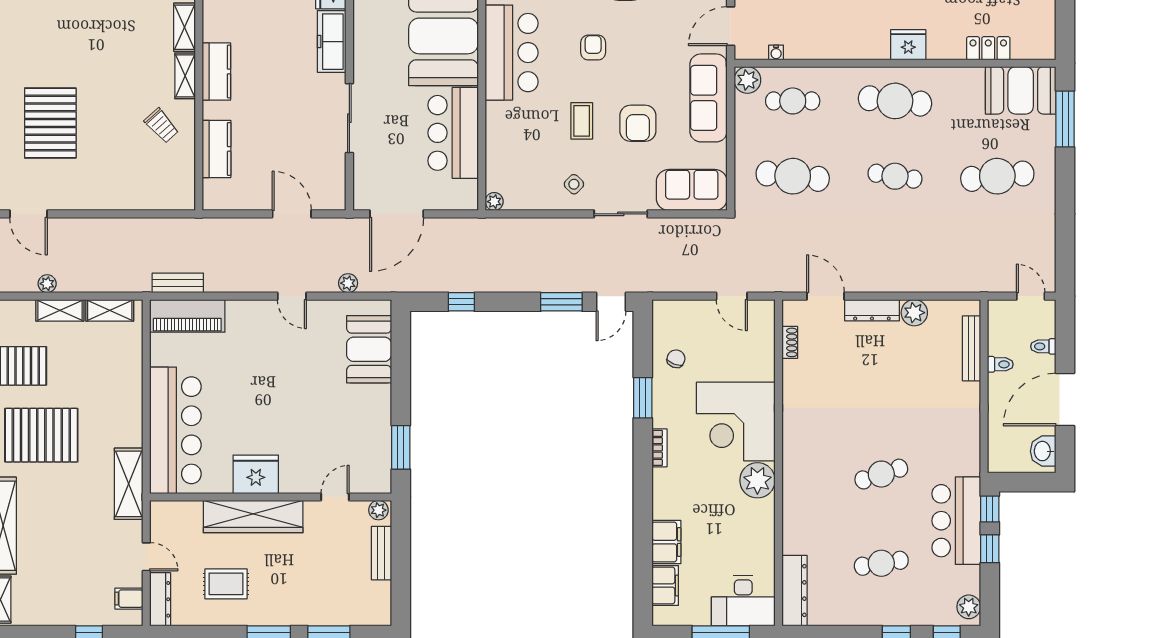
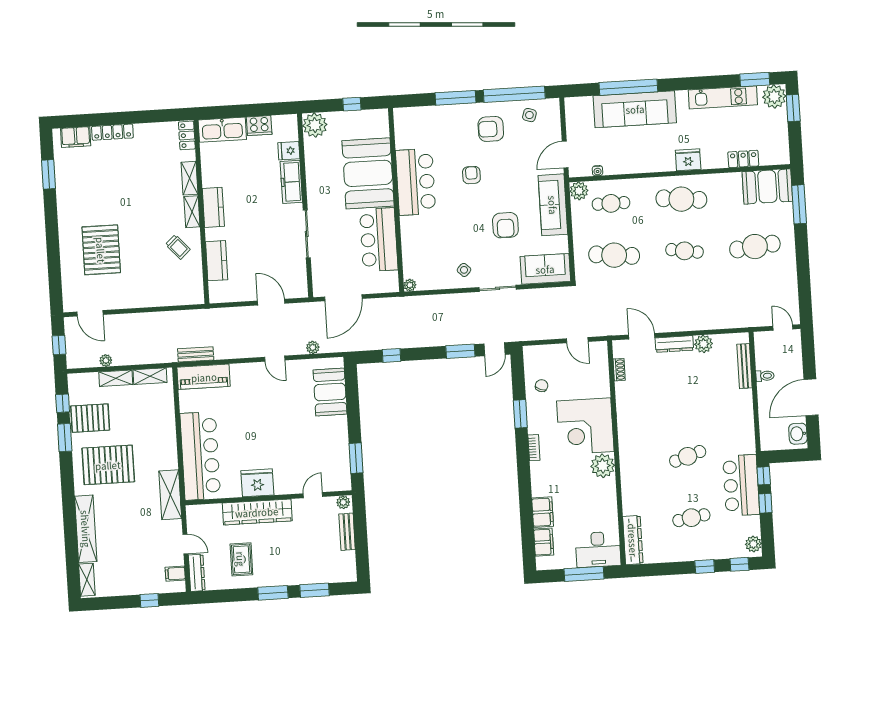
coffee table: (582, 121) -> (467, 226), removed
toilet: (1043, 346) -> (794, 362), removed
rug: (226, 584) -> (241, 559), turned 90

